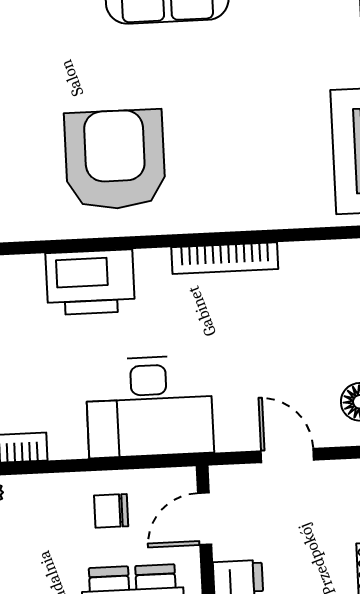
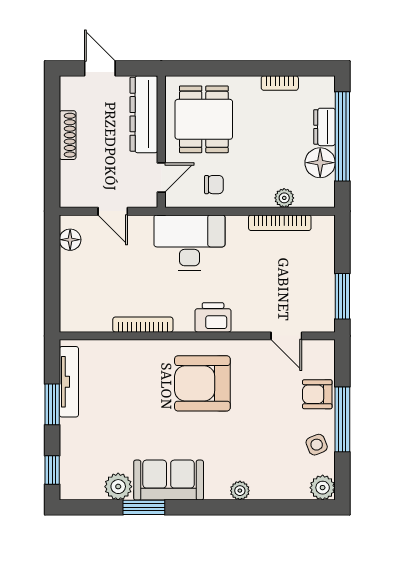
armchair: (115, 160) -> (202, 383), turned 90
printer: (90, 282) -> (213, 317), width x0.73, depth x0.84

